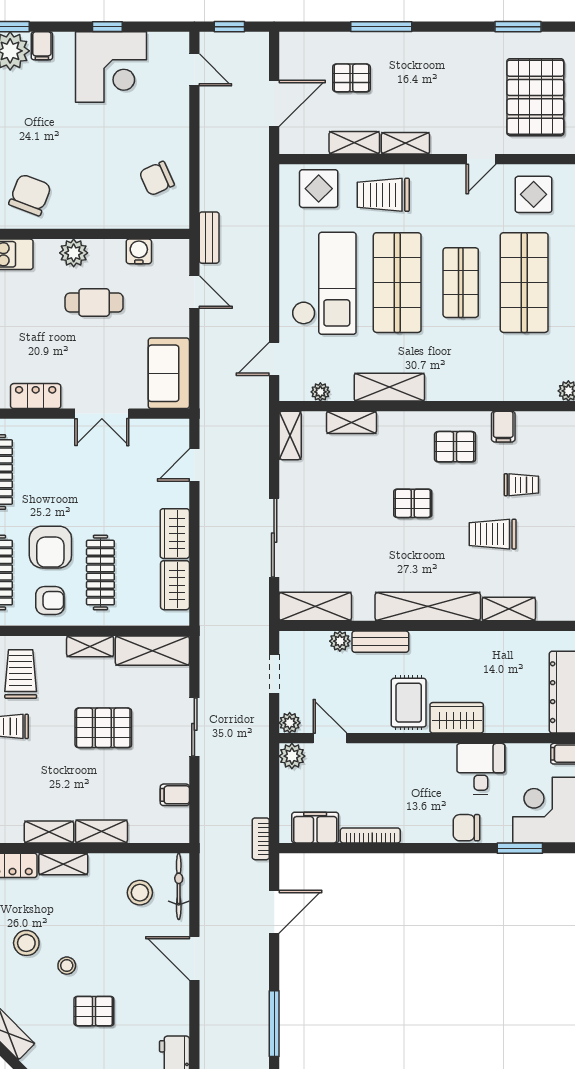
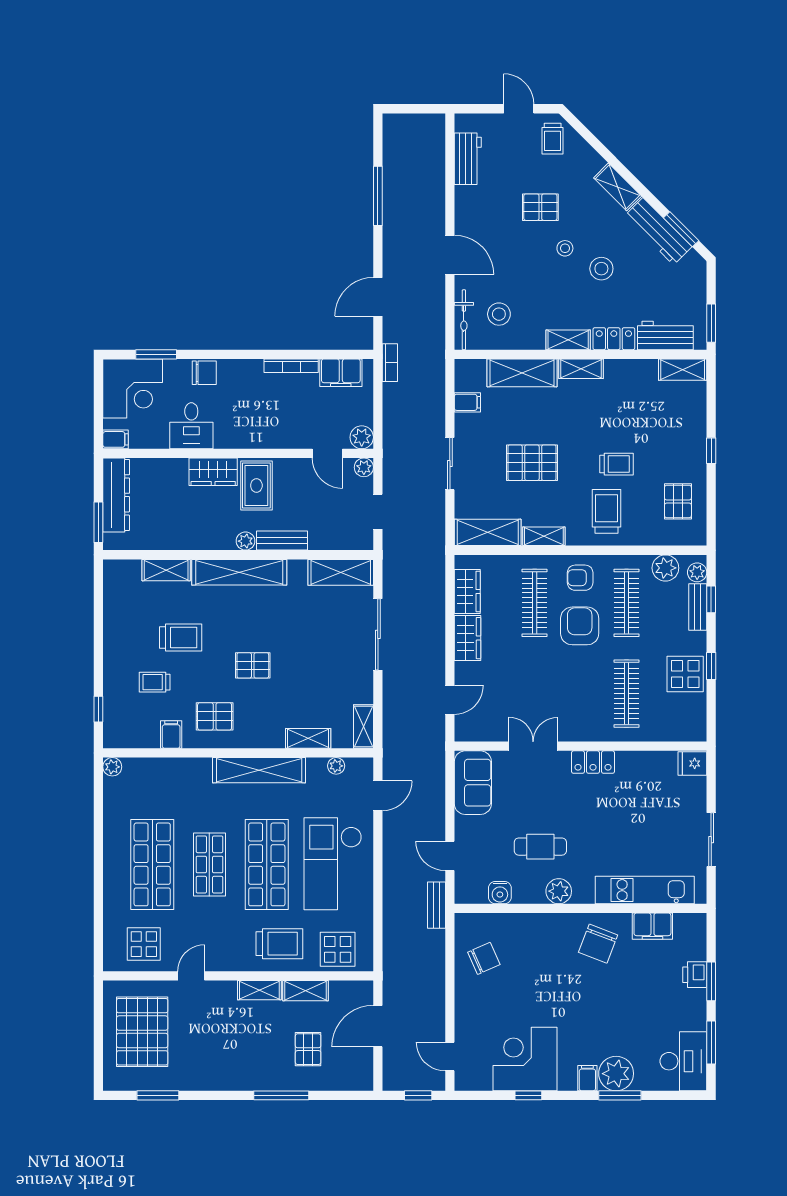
pallet: (351, 78) -> (308, 1049), turned 90
shelving: (389, 387) -> (259, 770), width x1.47
plant: (340, 641) -> (245, 541), moved
trolley: (21, 674) -> (606, 511), turned 180
shelving: (101, 831) -> (522, 373), width x1.50, depth x1.33

